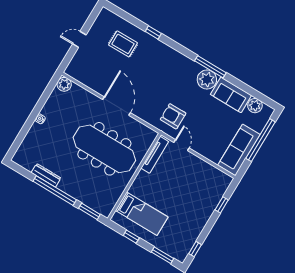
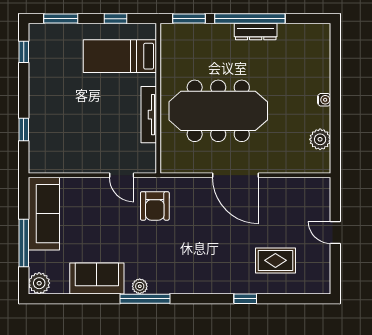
door: (79, 39) -> (335, 232), swing flipped
plant: (207, 80) -> (140, 286), width x0.53, depth x0.53
plant: (64, 84) -> (320, 139), moved
plant: (255, 106) -> (39, 283), moved
armchair: (173, 116) -> (155, 206), turned 90
window: (261, 140) -> (24, 243), width x0.68
tv unit: (155, 155) -> (149, 115), moved
dresser: (46, 175) -> (256, 32), moved

